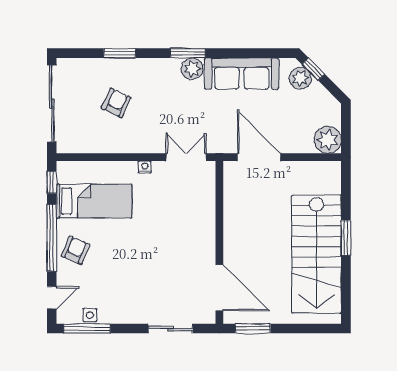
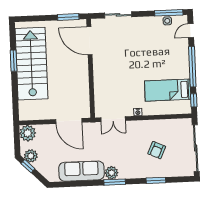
window: (313, 69) -> (28, 166), moved
plant: (300, 78) -> (31, 156), moved
window: (346, 238) -> (14, 61), moved
armchair: (76, 250) -> (178, 60), removed

